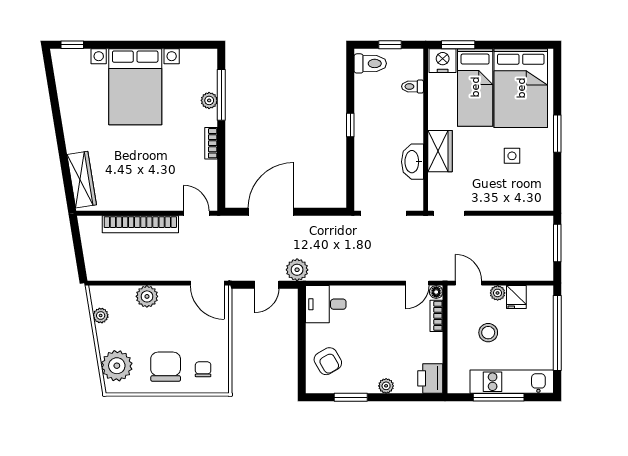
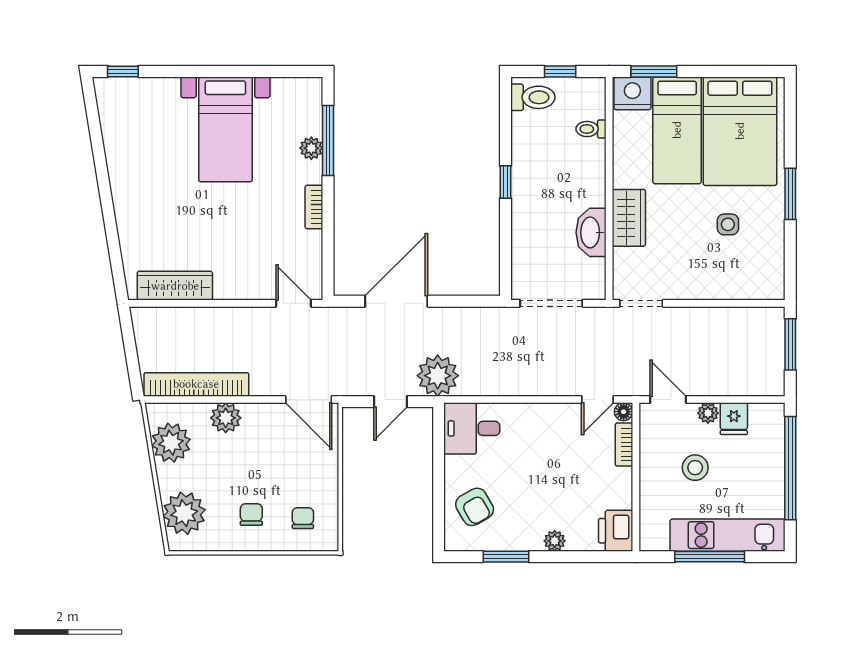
bed with nightstands: (135, 87) -> (225, 129), width x0.73
wardrobe: (82, 180) -> (175, 286), moved, turned -81
bookcase: (140, 224) -> (196, 384), moved, turned 180
plant: (297, 270) -> (438, 376), width x1.36, depth x1.36
plant: (101, 316) -> (171, 443), width x1.87, depth x1.87
chair: (166, 367) -> (251, 514), width x0.54, depth x0.54

